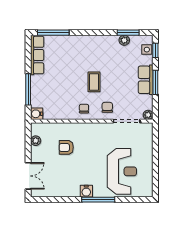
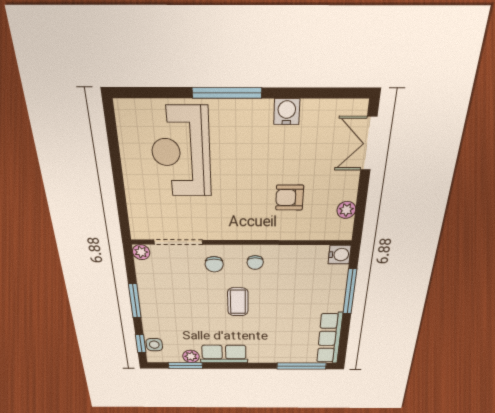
row of seats: (146, 80) -> (224, 354), moved, turned -90
armchair: (66, 147) -> (290, 198), turned 180
water cooler: (86, 191) -> (287, 112), moved

